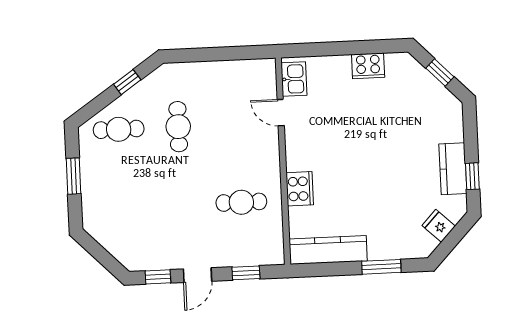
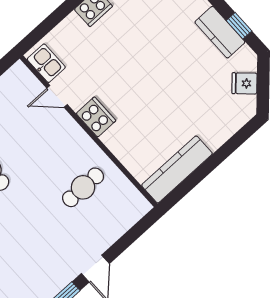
cooker: (300, 189) -> (96, 117), moved
window: (381, 267) -> (227, 149), removed
window: (246, 273) -> (130, 237), removed

